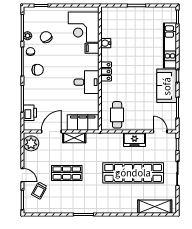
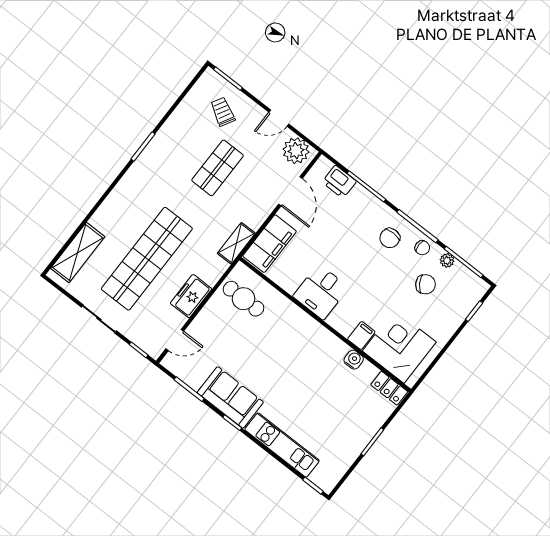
locker: (106, 72) -> (389, 388), moved
shelving: (74, 138) -> (236, 243), moved
door: (22, 175) -> (279, 118), moved

